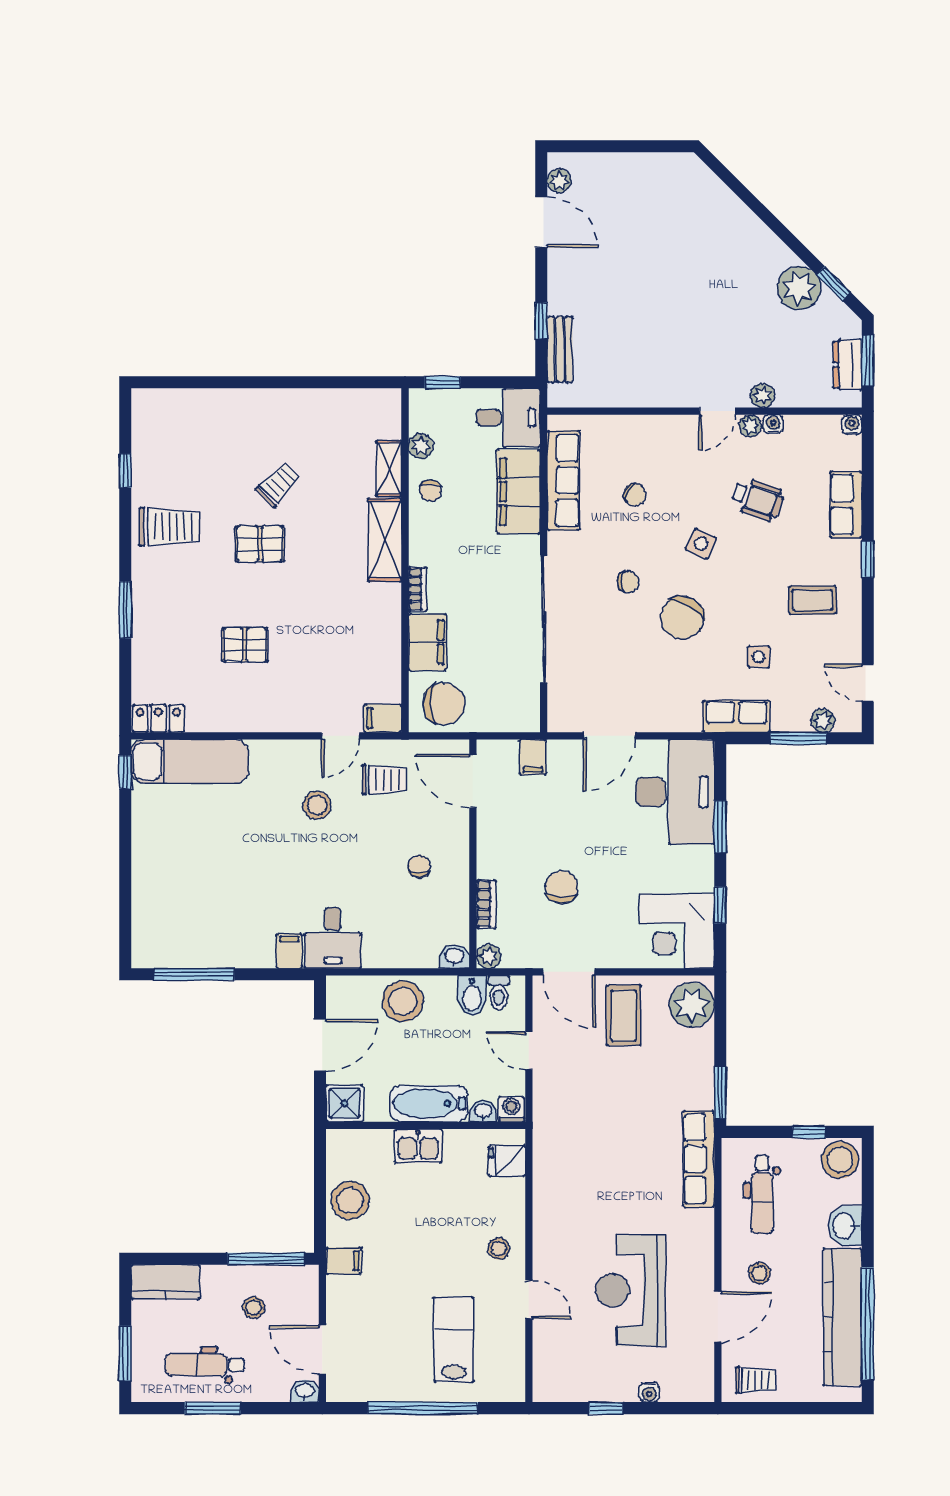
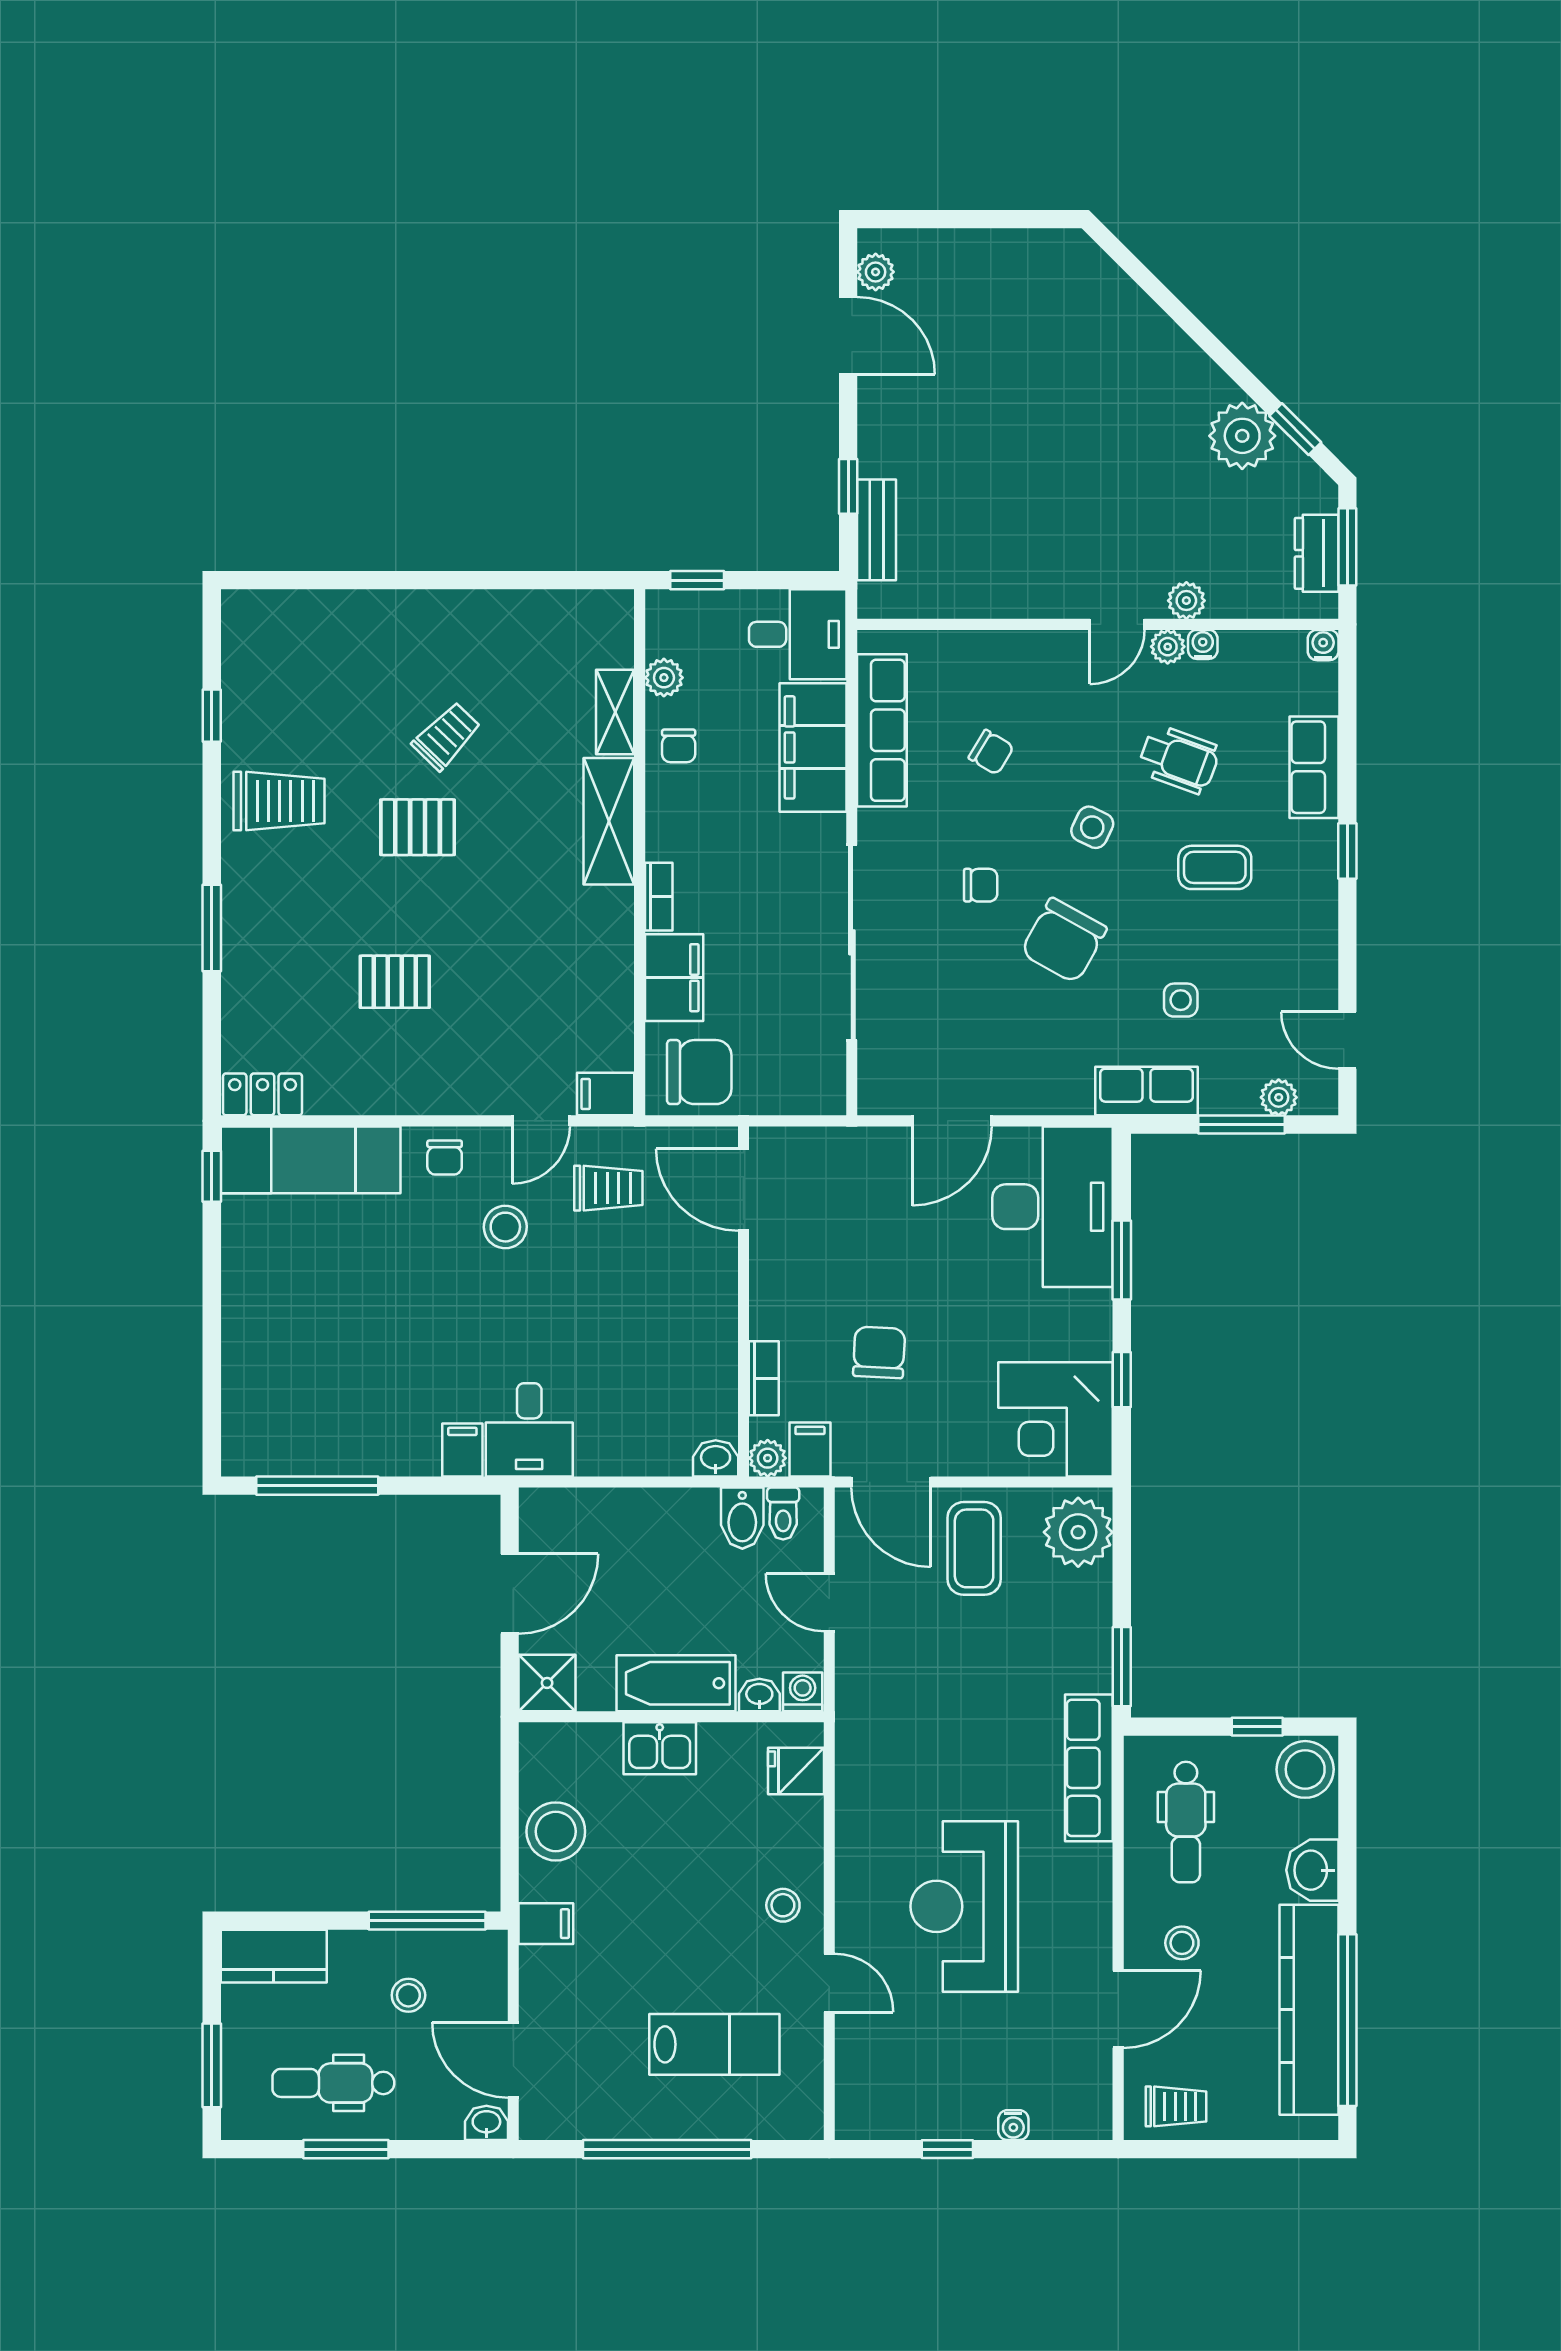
coffee table: (812, 600) -> (1215, 867), moved
filing cabinet: (533, 757) -> (810, 1449), moved, turned 180
chair: (419, 866) -> (445, 1158), moved, turned 180
stool: (403, 1001) -> (636, 1527), removed
reception desk: (631, 1290) -> (964, 1906), moved
lab bench: (454, 1340) -> (714, 2044), turned 90

